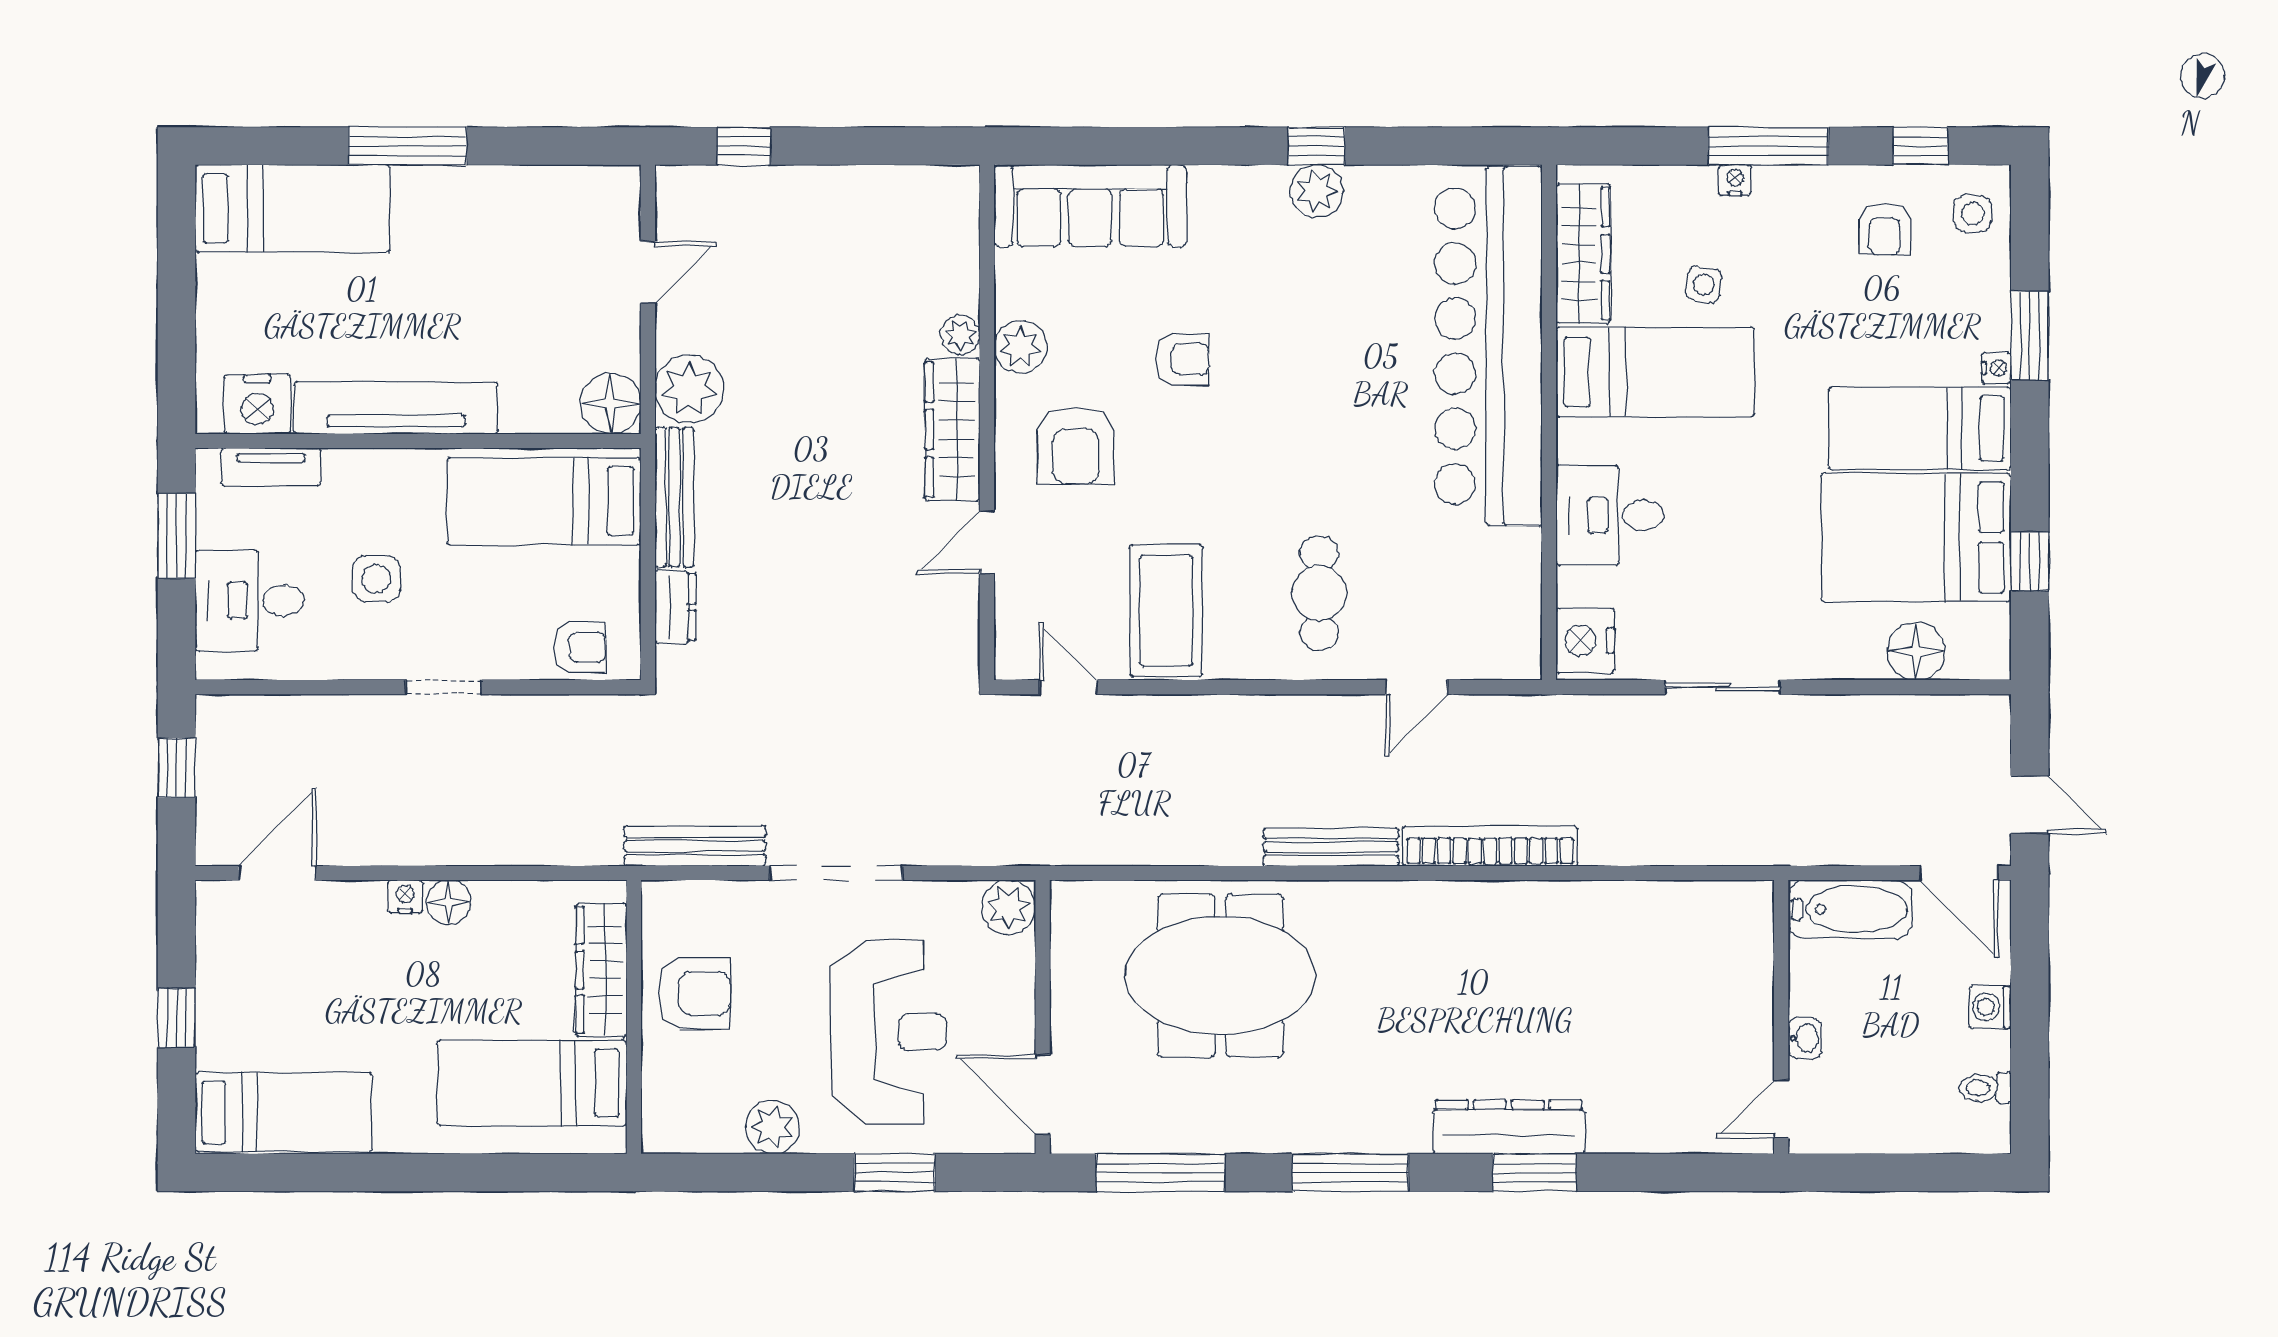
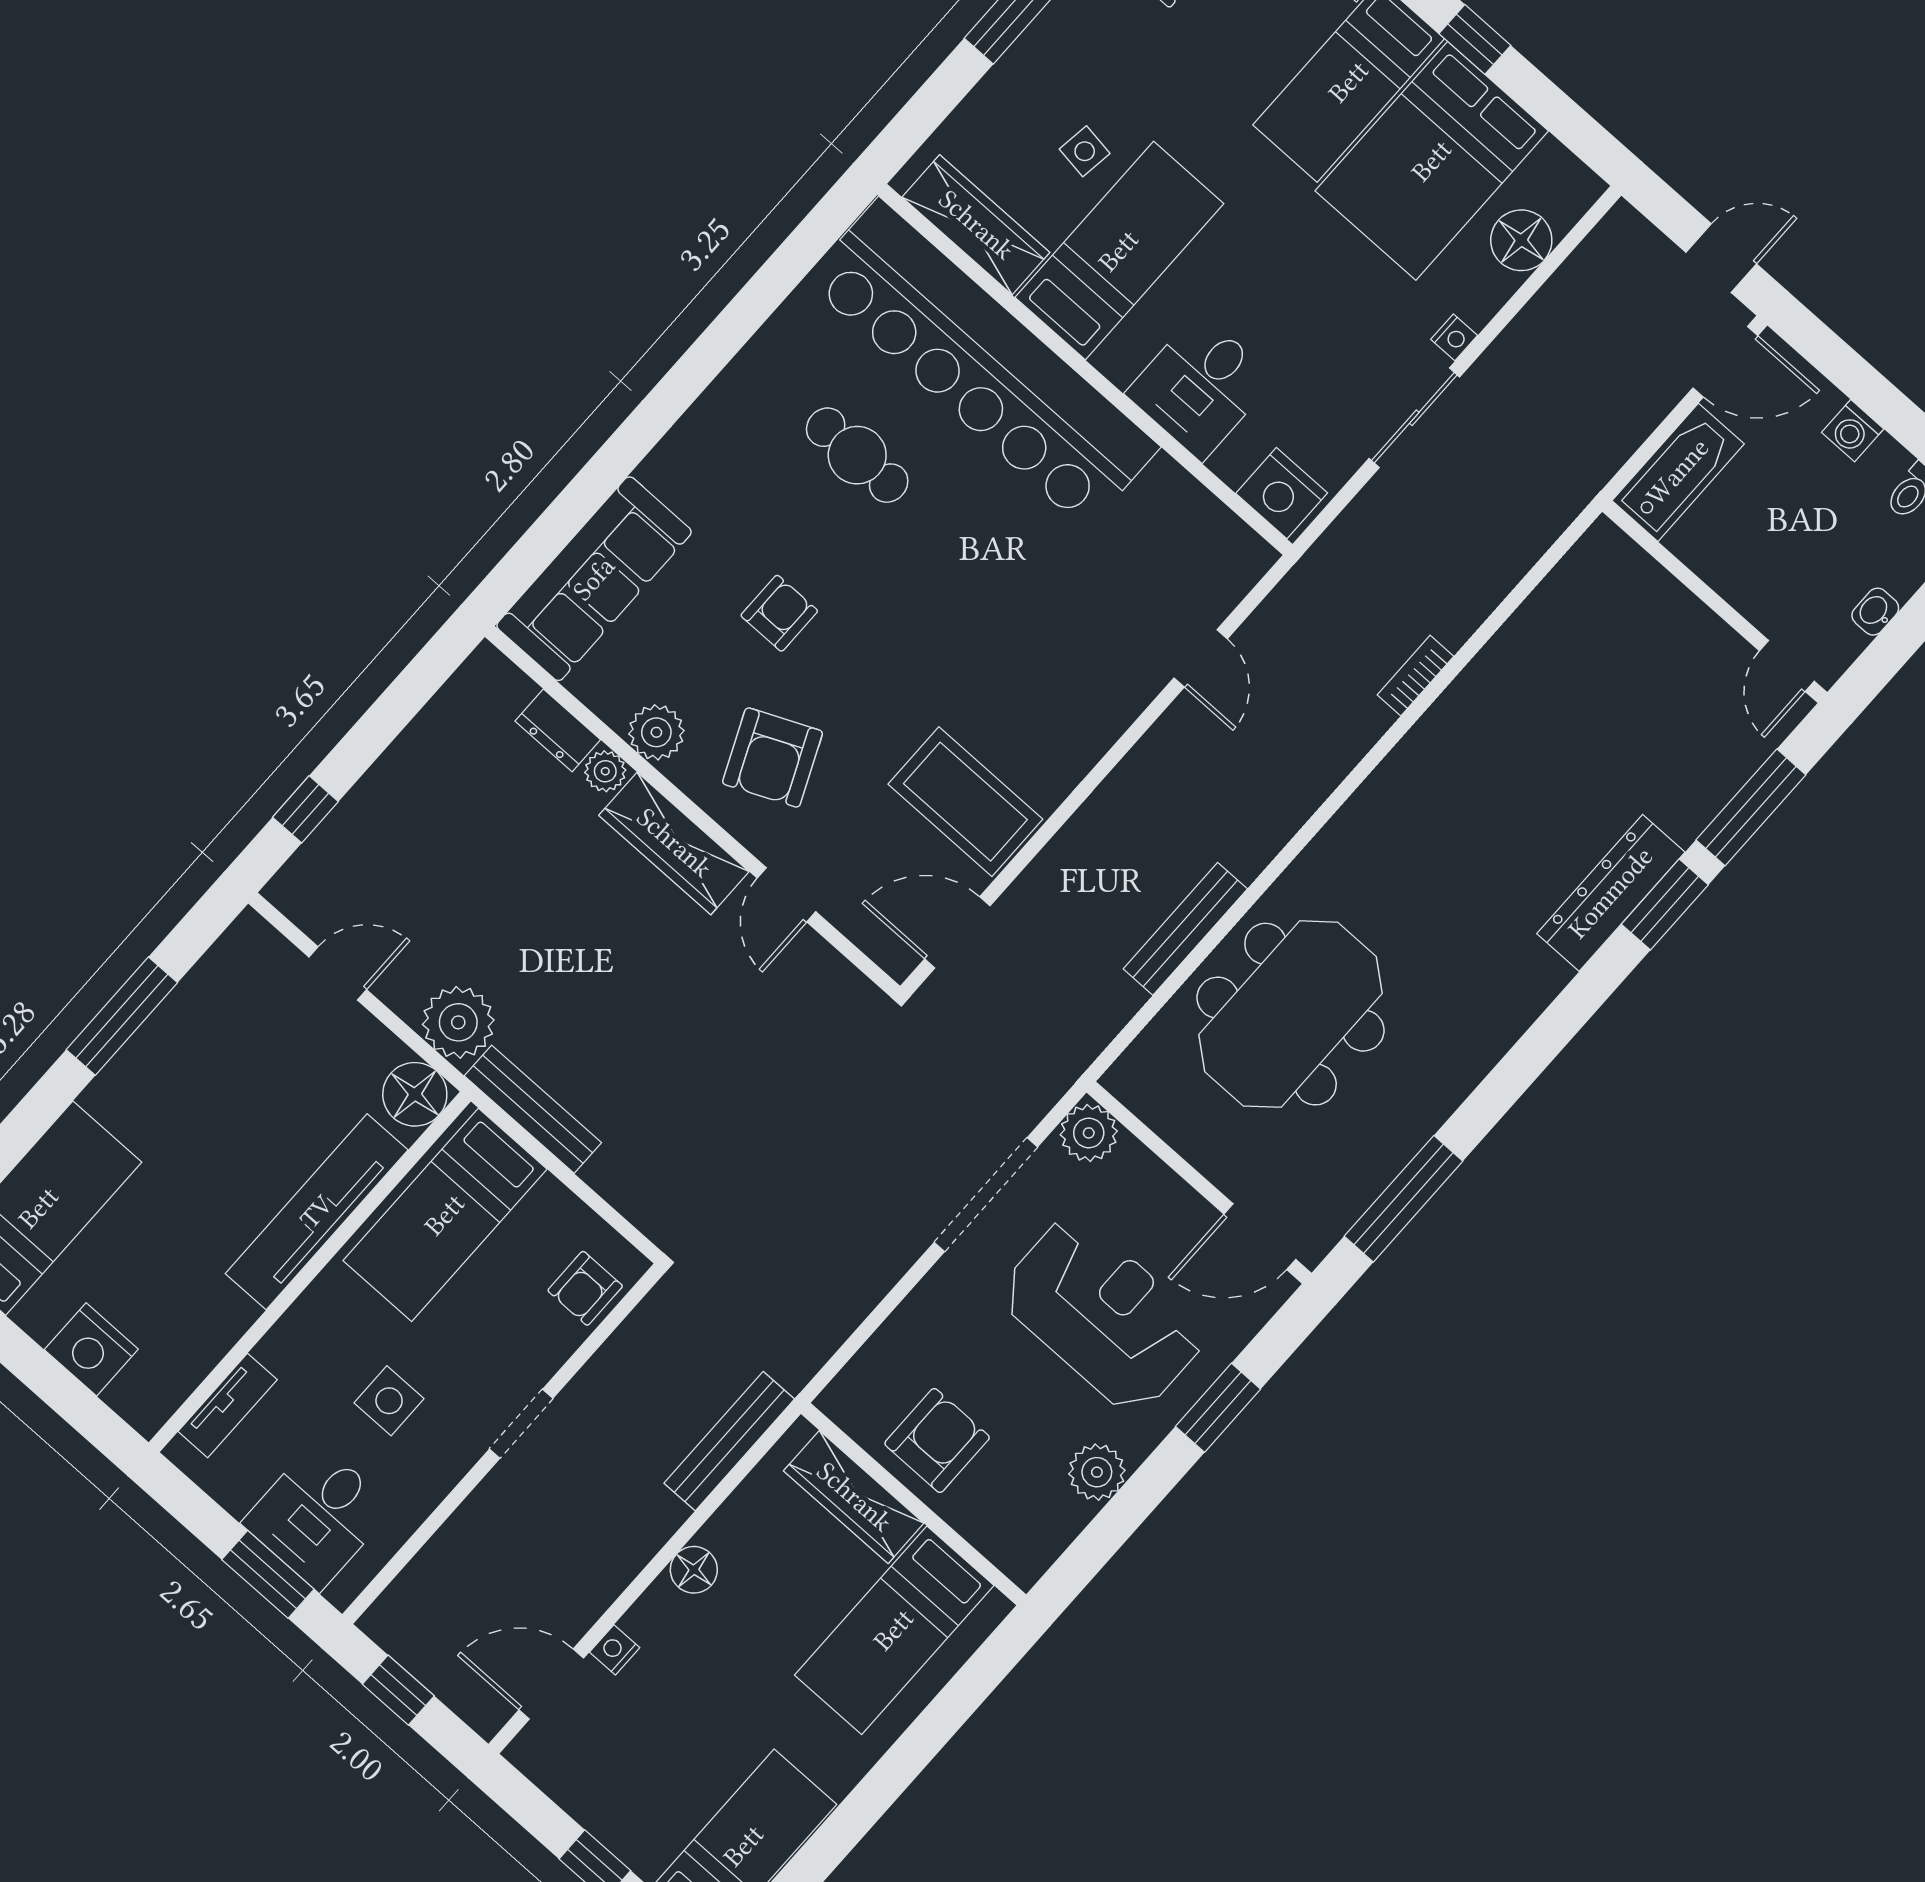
window: (407, 146) -> (122, 1016), moved
window: (1316, 146) -> (705, 359), removed
nightstand: (1735, 180) -> (1454, 337), moved, turned 180
plant: (1317, 191) -> (741, 390), removed
door: (648, 272) -> (338, 973), hinge flipped
nightstand: (257, 404) -> (91, 1349), moved, turned 90
tv unit: (396, 408) -> (317, 1212), moved
armchair: (1076, 445) -> (773, 757), turned 66
window: (176, 536) -> (268, 1574), moved
window: (2030, 561) -> (1475, 39), moved
cafe table: (1319, 593) -> (857, 455), moved
dresser: (675, 607) -> (558, 730), moved, turned 180
armchair: (580, 647) -> (585, 1288), turned 180
door: (1068, 687) -> (957, 932), width x1.37
bench: (695, 846) -> (729, 1441), moved
bookcase: (1490, 846) -> (1416, 676), width x0.43, depth x0.76
bench: (1331, 847) -> (1185, 929), moved
door: (277, 873) -> (551, 1684), hinge flipped
doorway: (836, 873) -> (986, 1195), moved
nightstand: (405, 896) -> (615, 1650), moved
washbasin: (1805, 1038) -> (1875, 612), moved, turned -90
window: (1350, 1173) -> (1751, 807), moved

